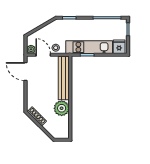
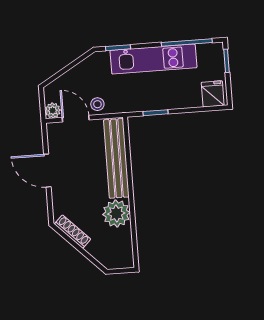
kitchen unit: (89, 47) -> (153, 59), moved, turned 180
door: (26, 72) -> (47, 171), moved

